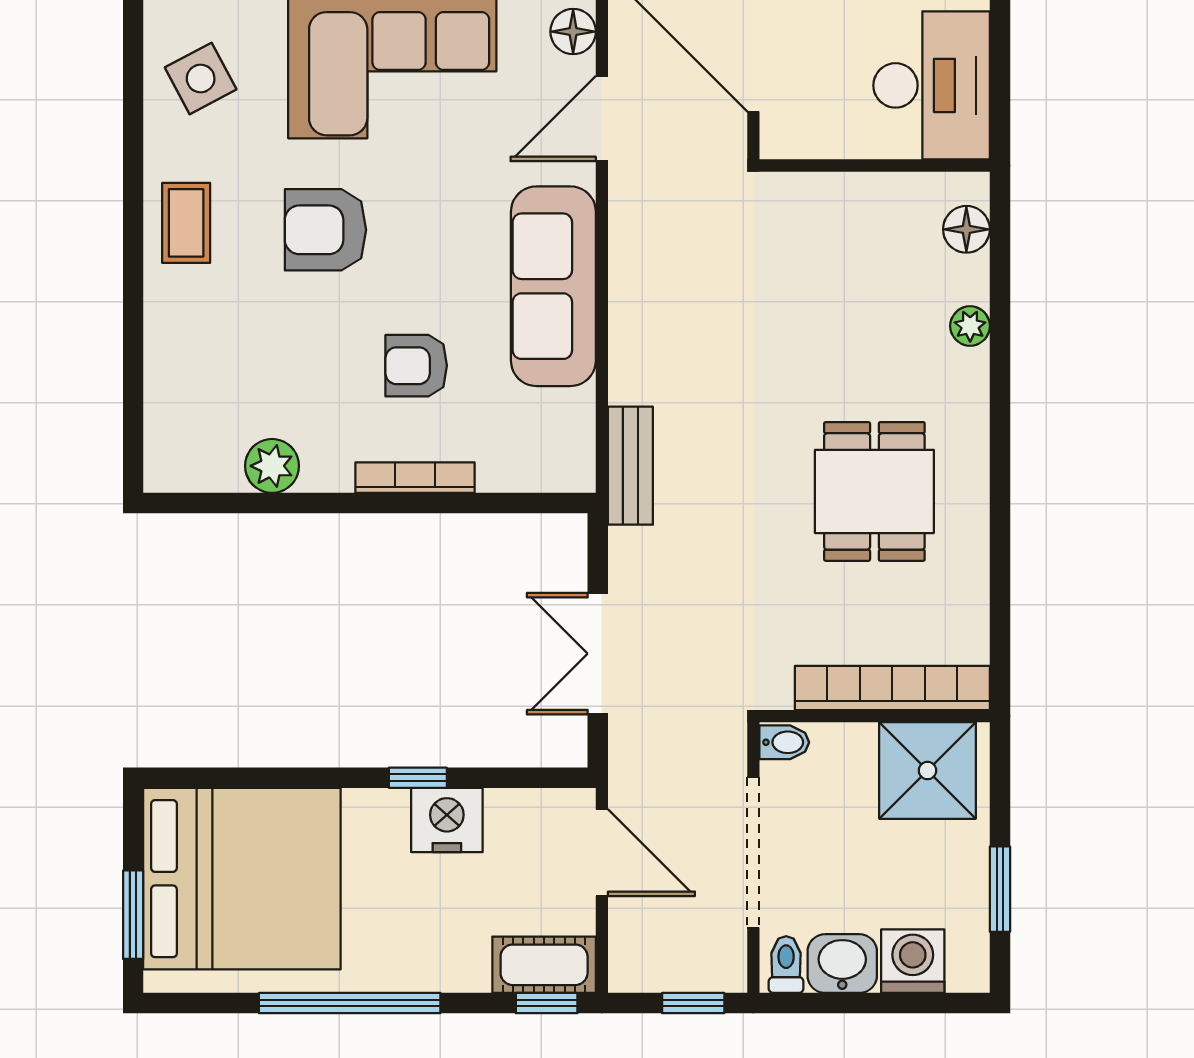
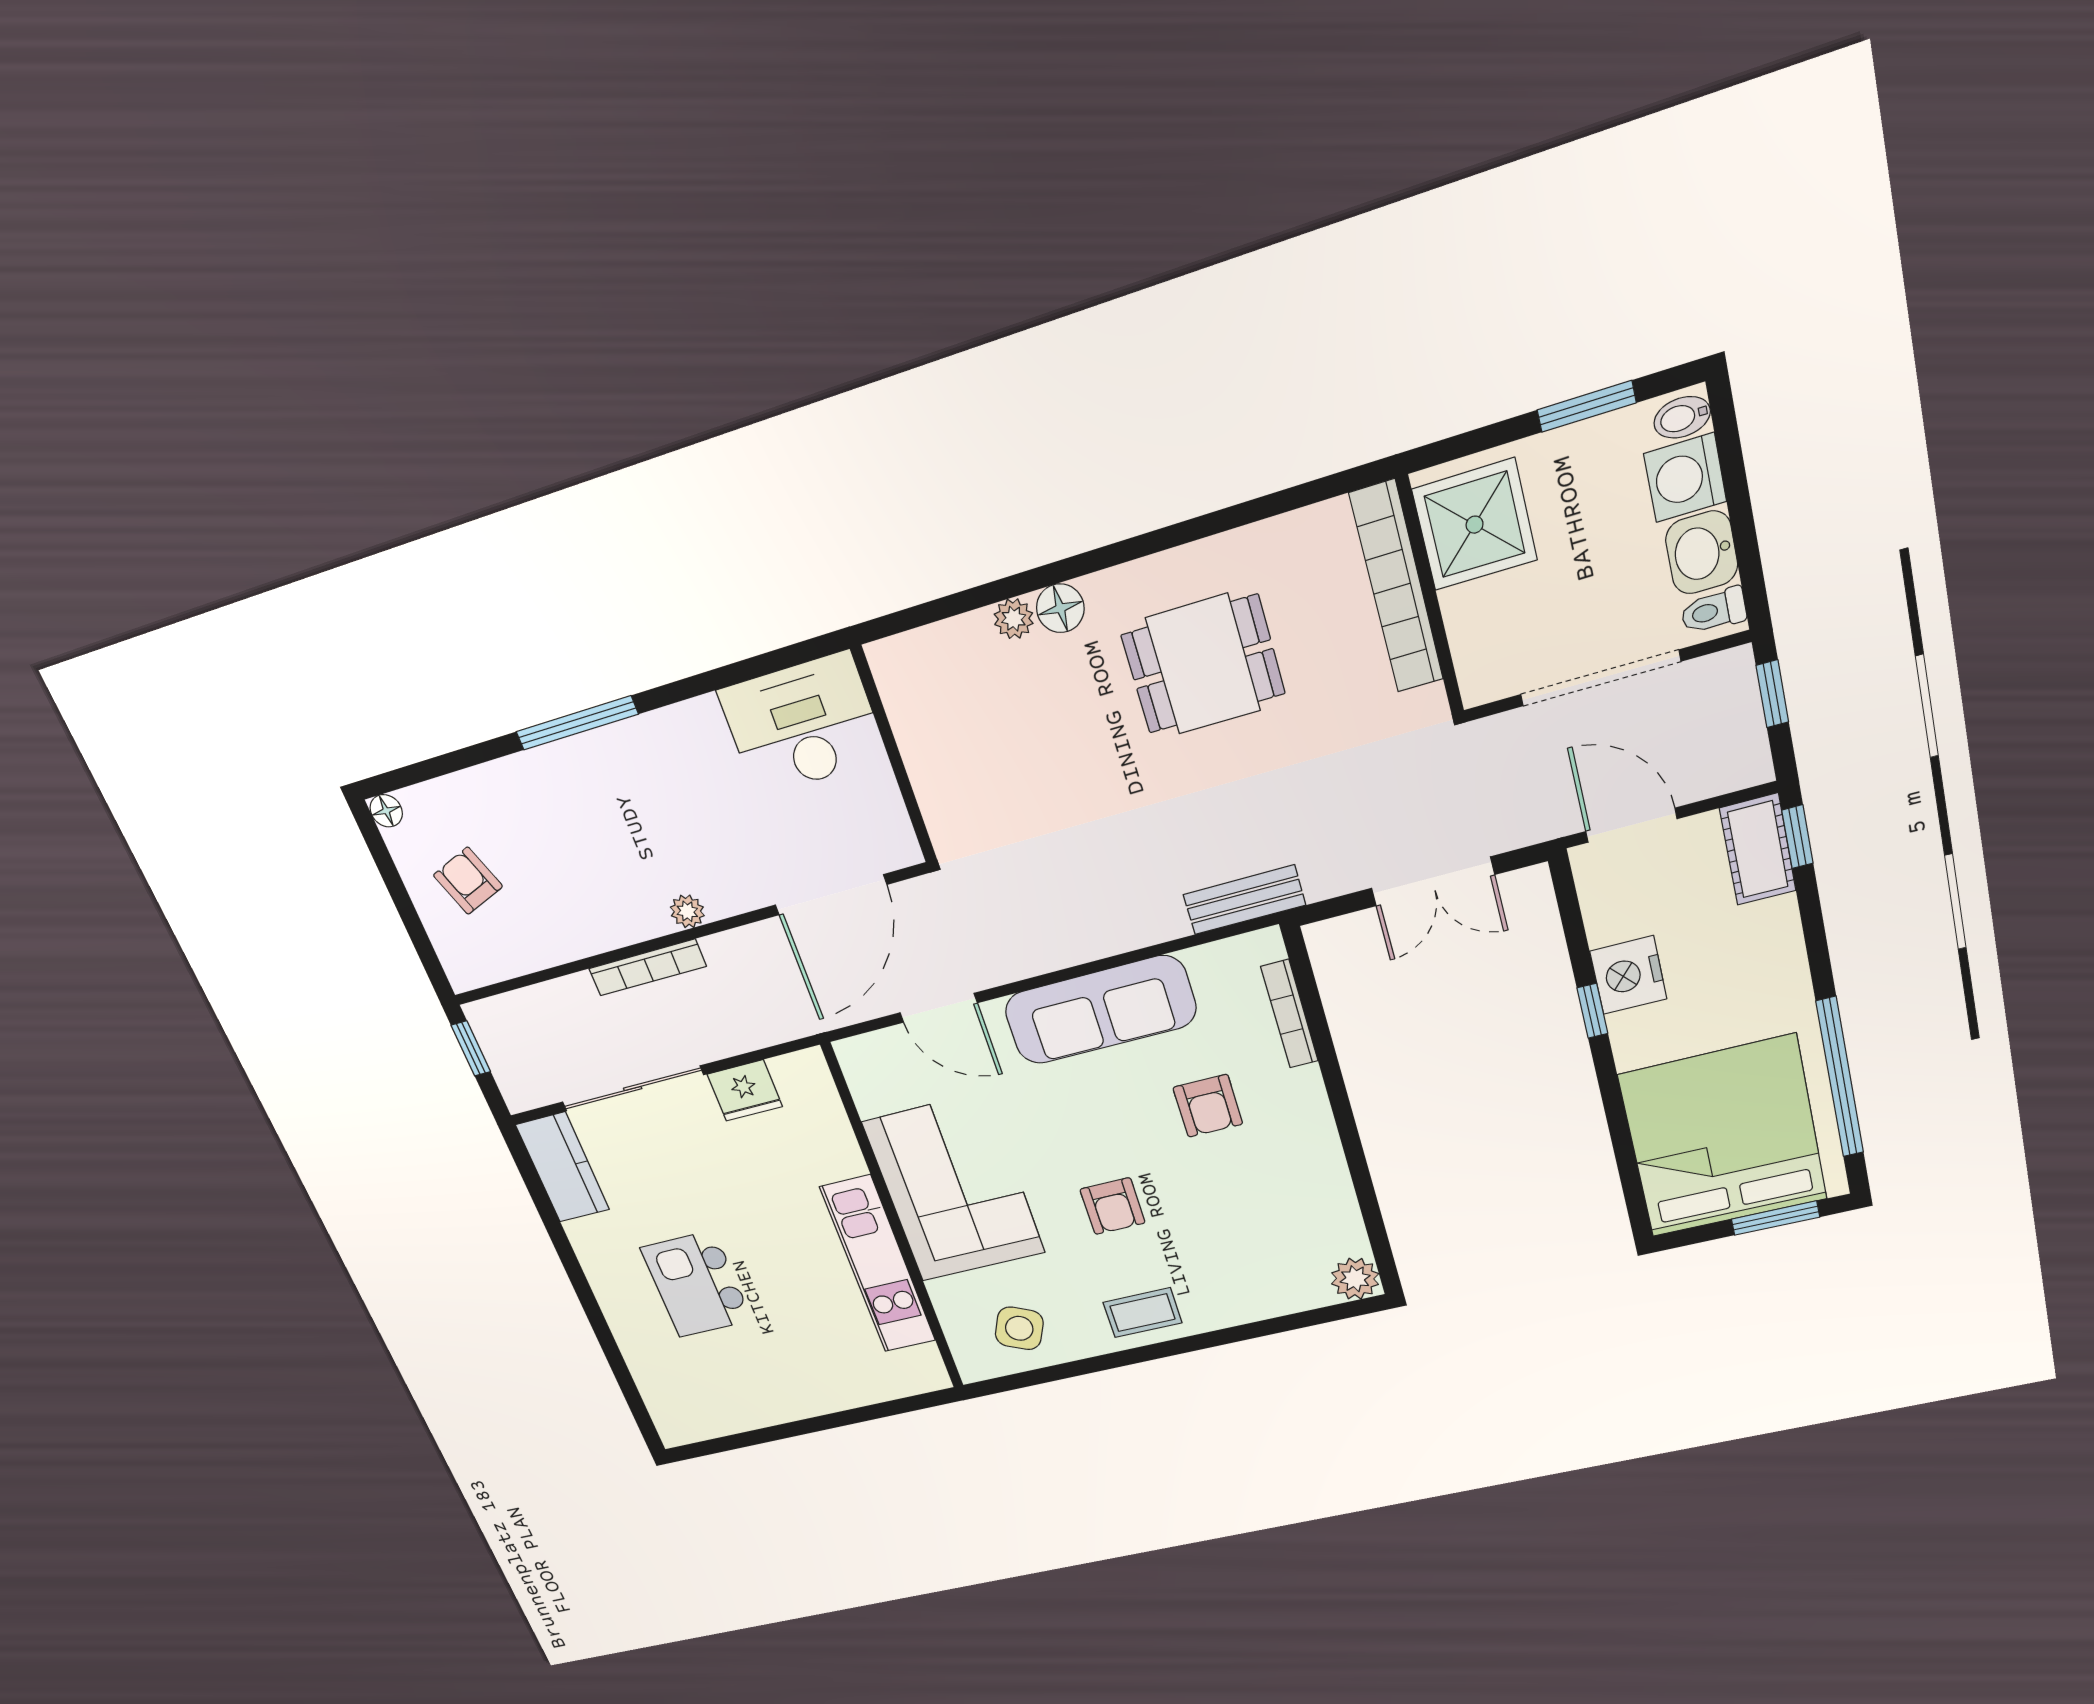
floor lamp: (573, 32) -> (873, 1051), removed
side table: (201, 78) -> (1019, 1328), turned -37
floor lamp: (966, 229) -> (1060, 608), moved
armchair: (325, 230) -> (1113, 1206), width x0.72, depth x0.72
plant: (272, 466) -> (1355, 1279), moved
bookcase: (415, 478) -> (1289, 1014), moved
bidet: (784, 742) -> (1682, 417), moved, turned -90
door: (602, 853) -> (1631, 825), hinge flipped
window: (350, 1003) -> (1840, 1078), moved

